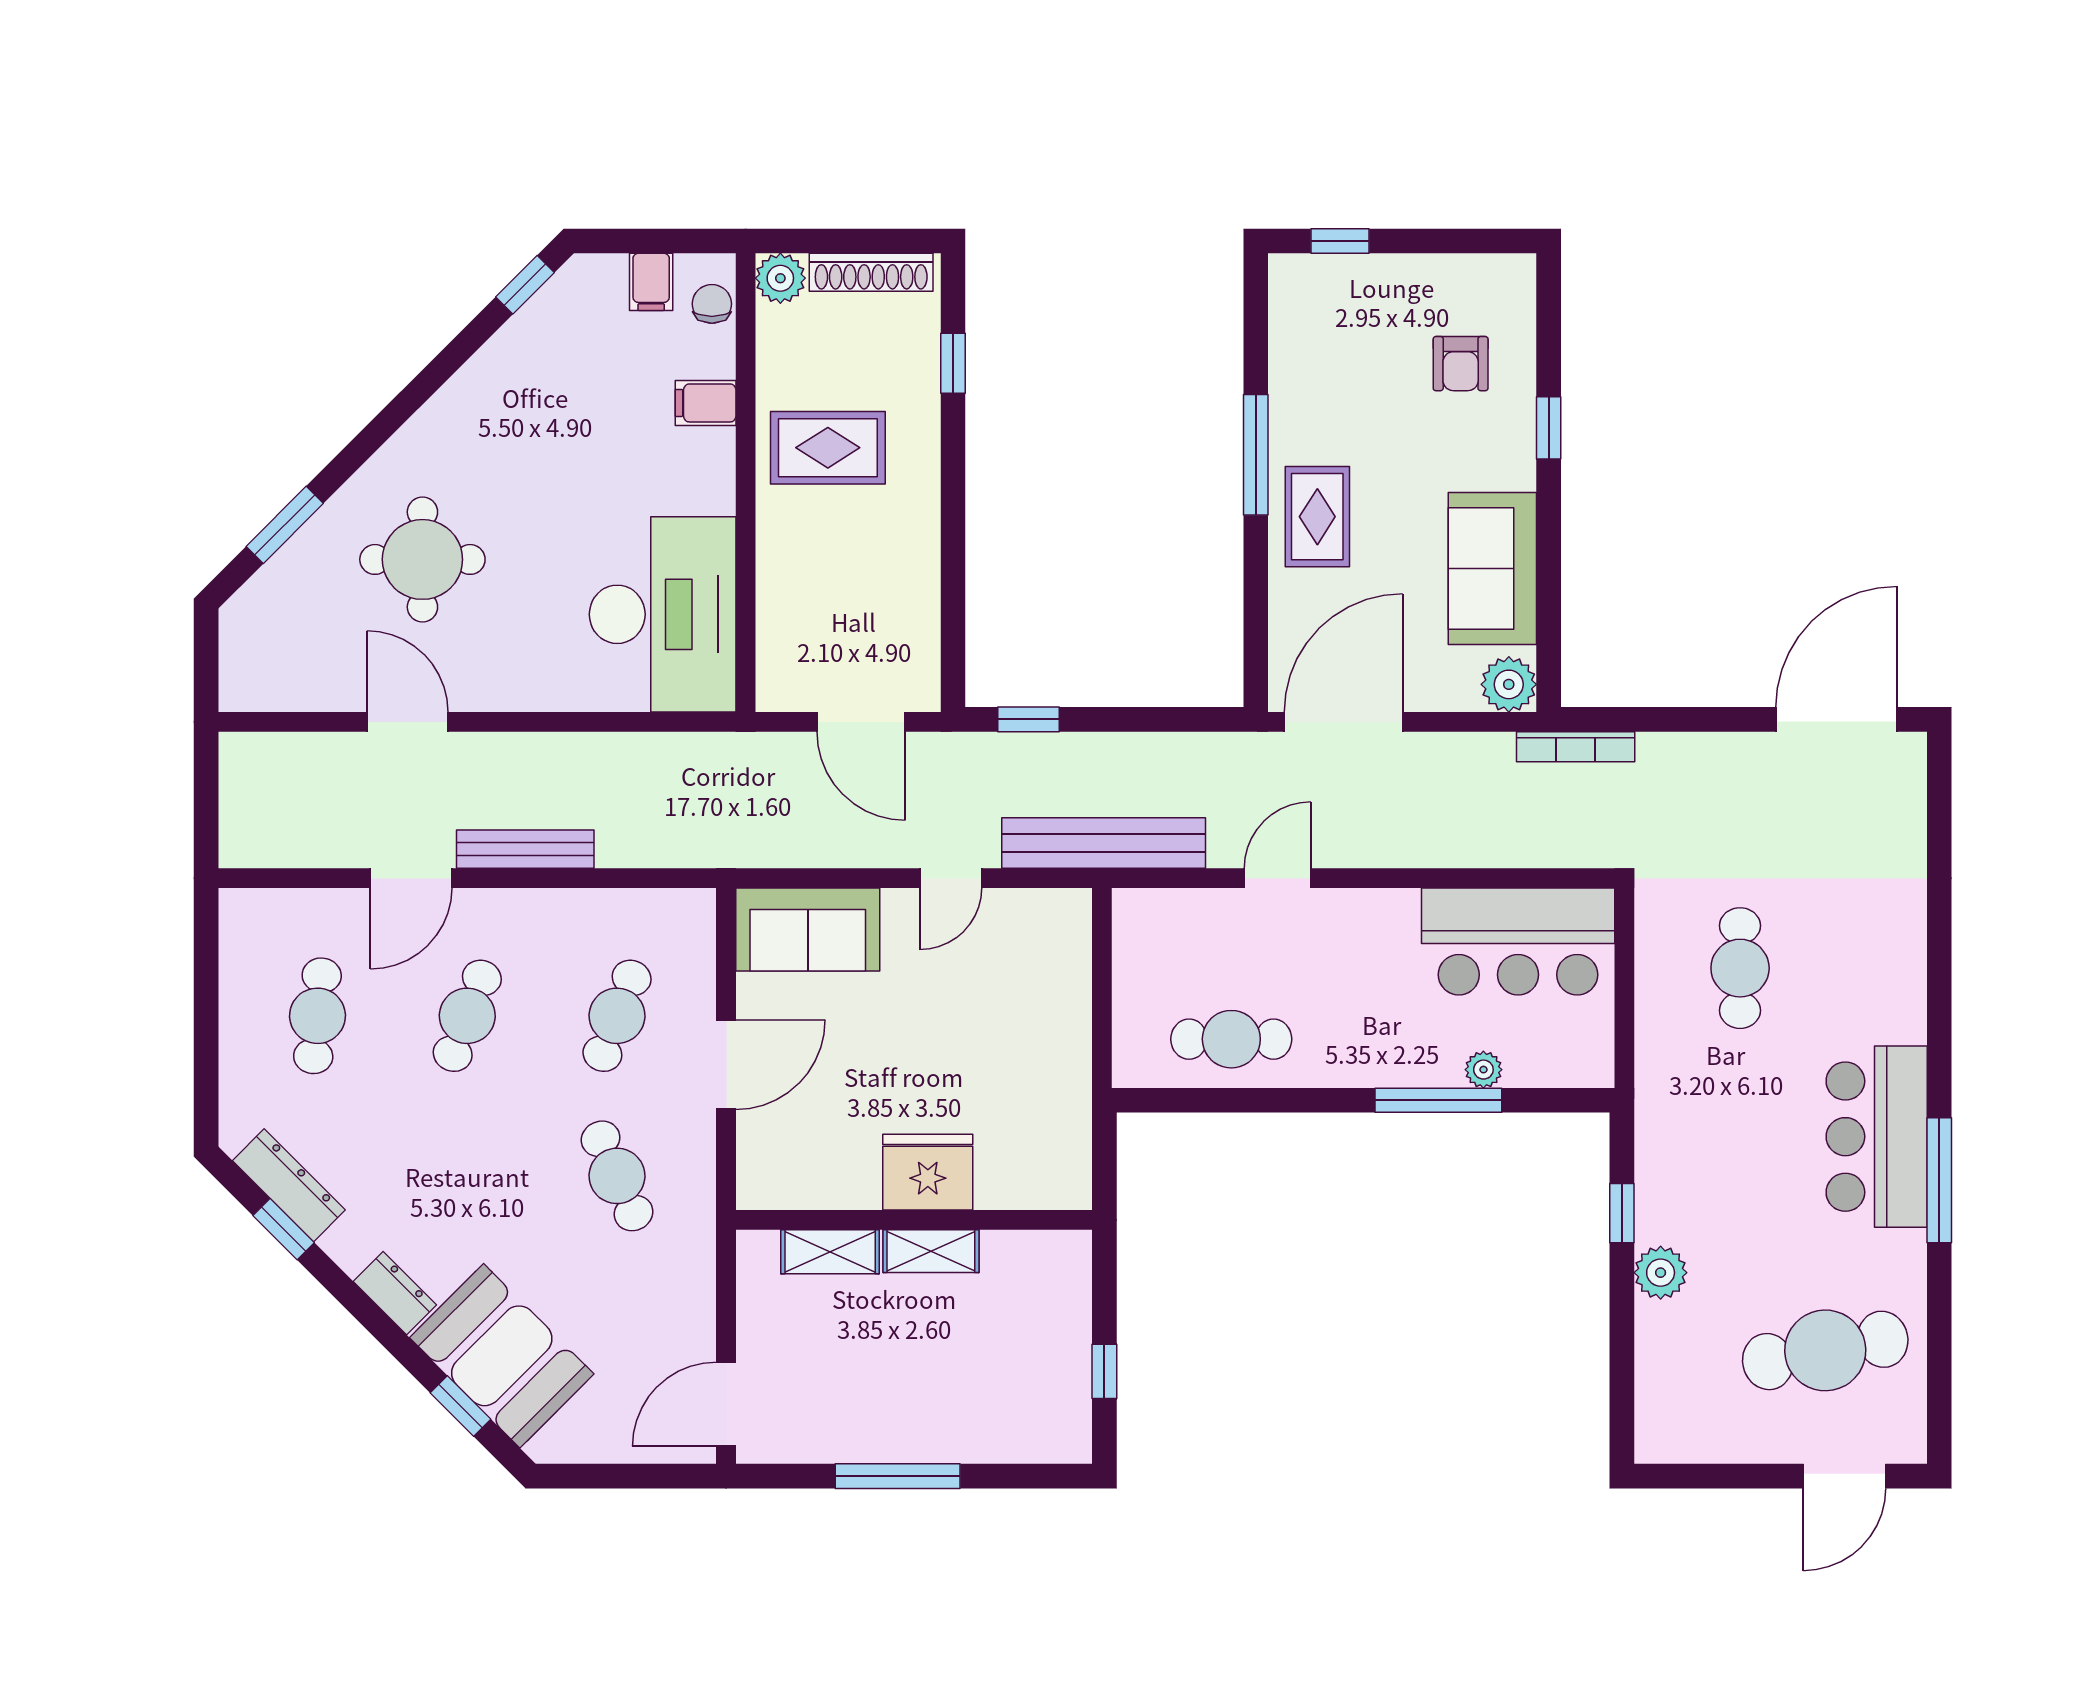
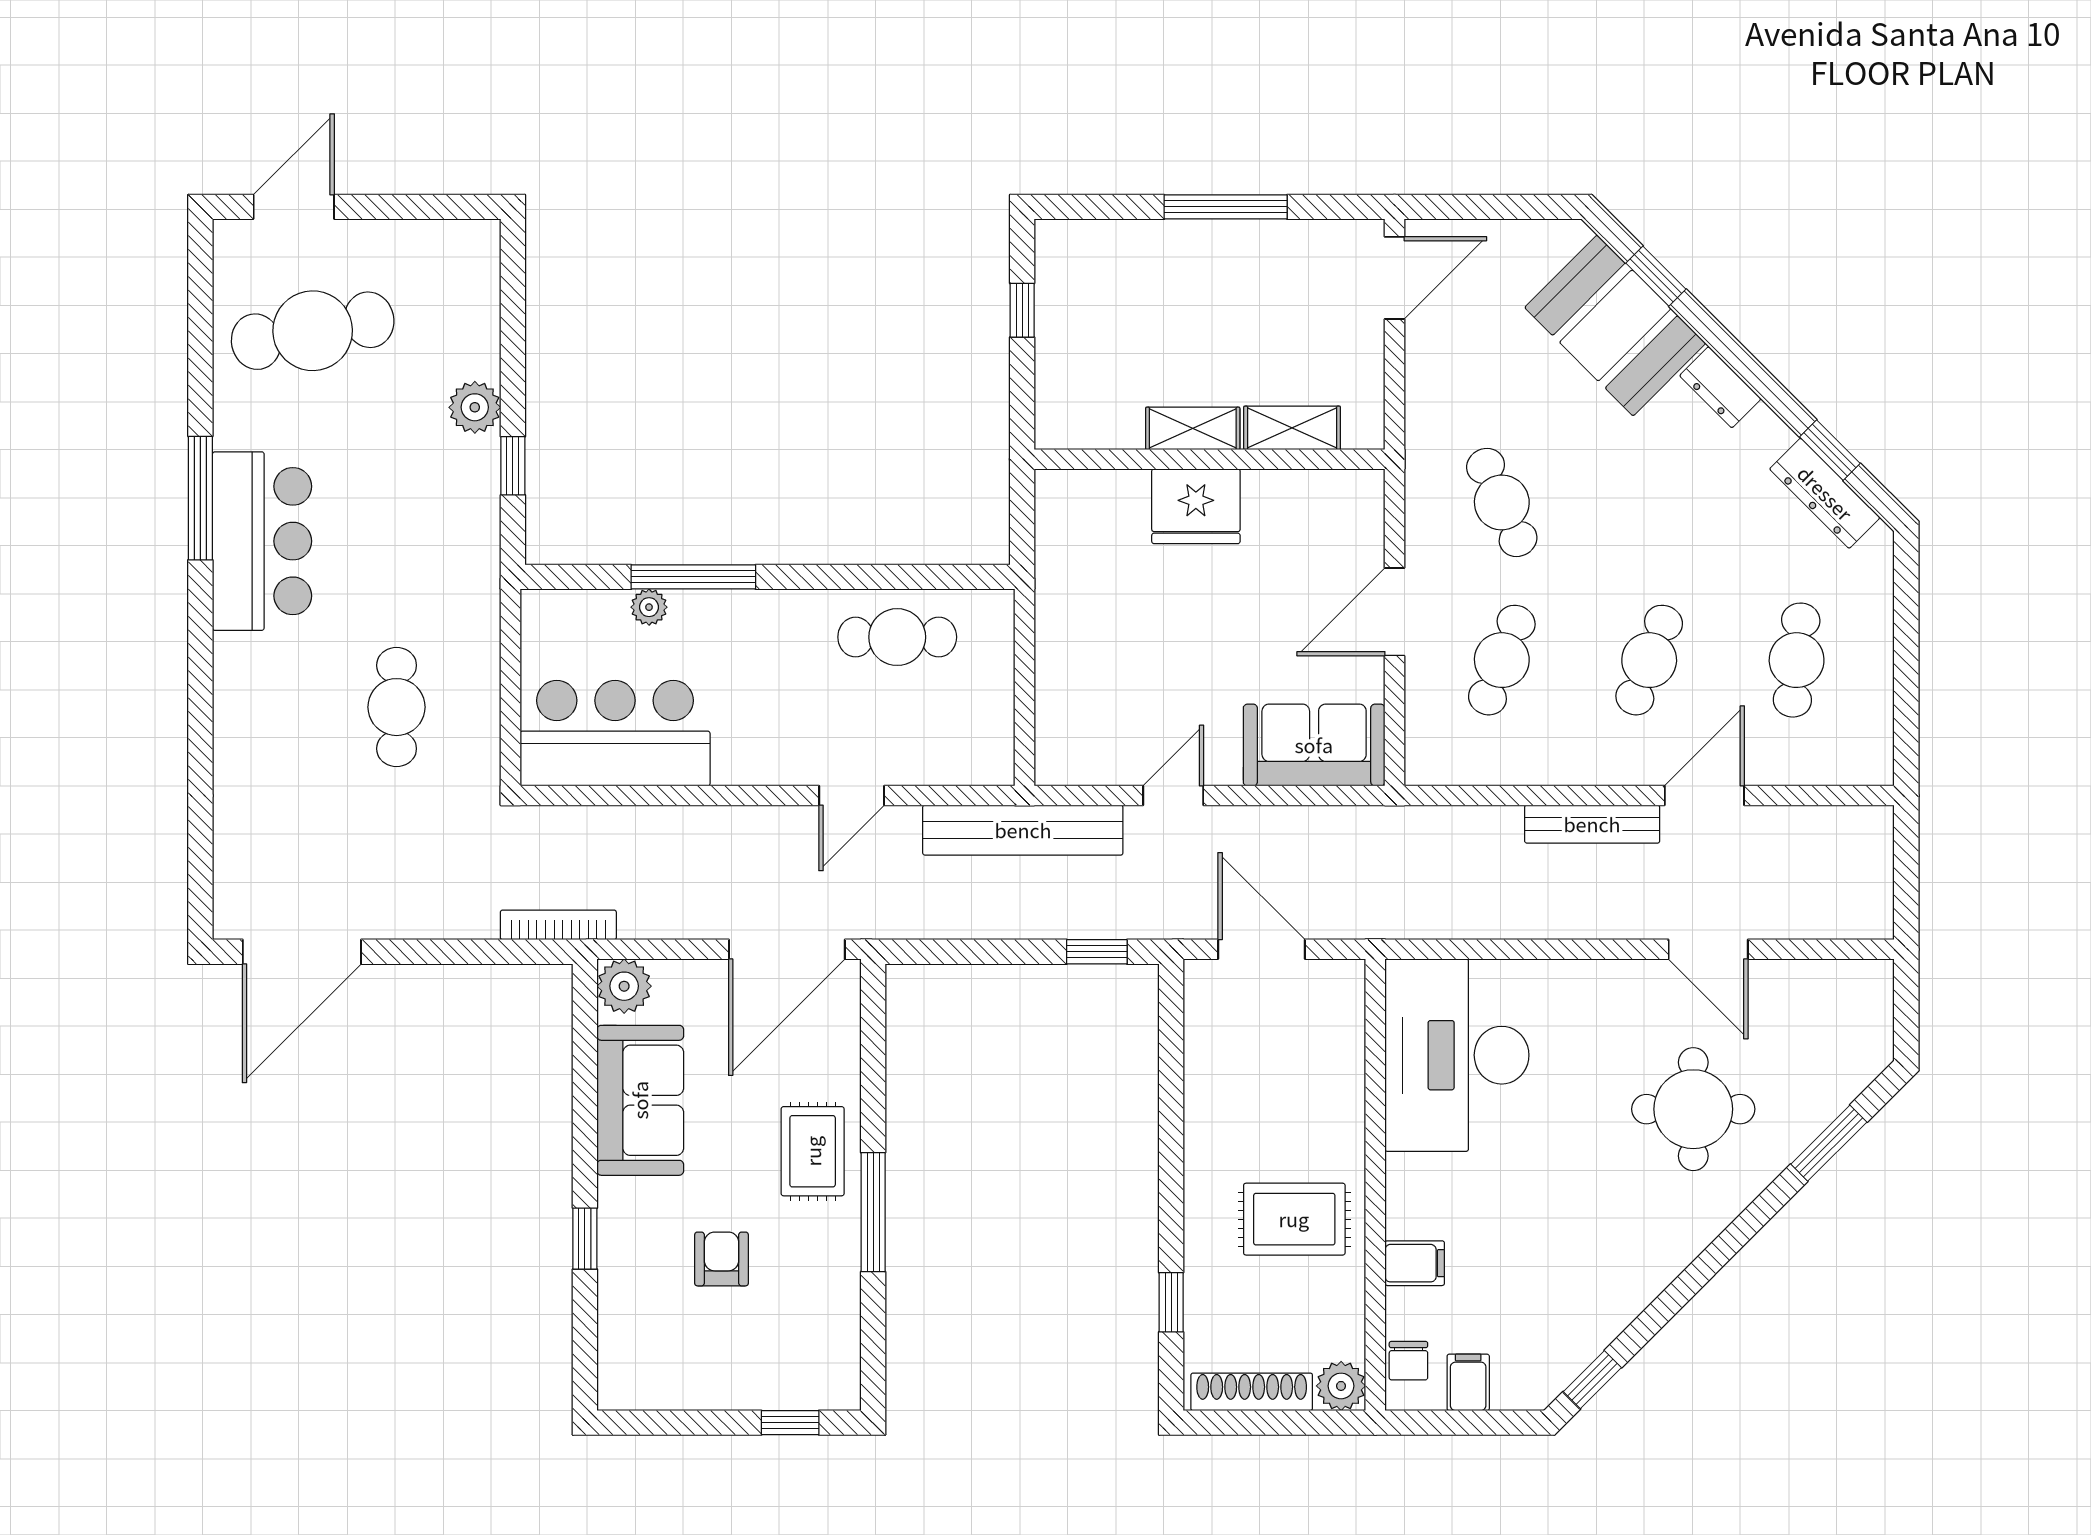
armchair: (1461, 364) -> (721, 1259), moved

